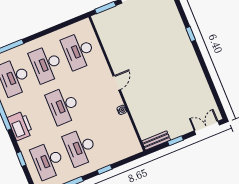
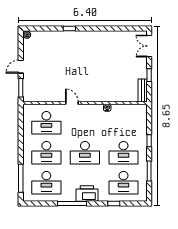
door: (117, 83) -> (72, 103), moved

